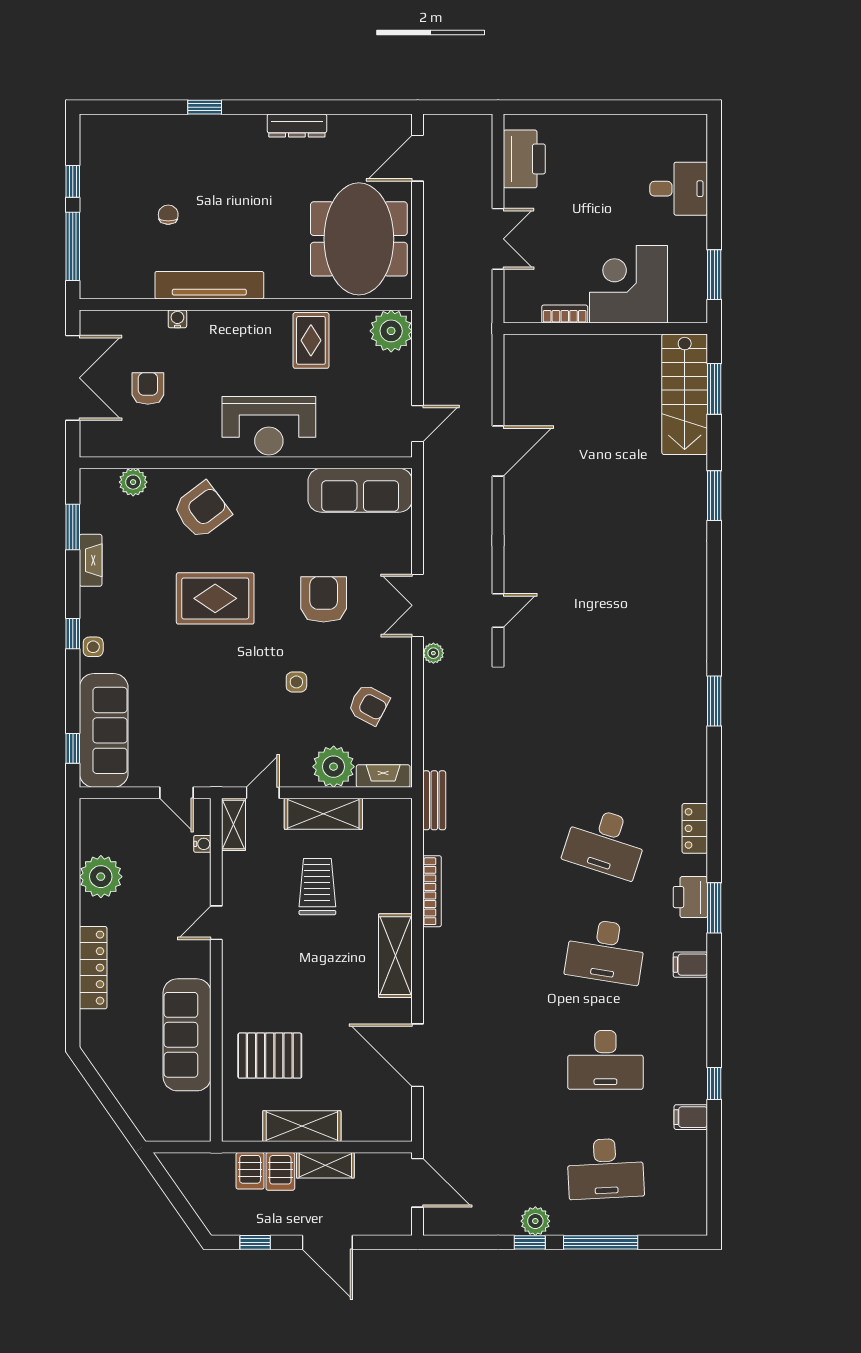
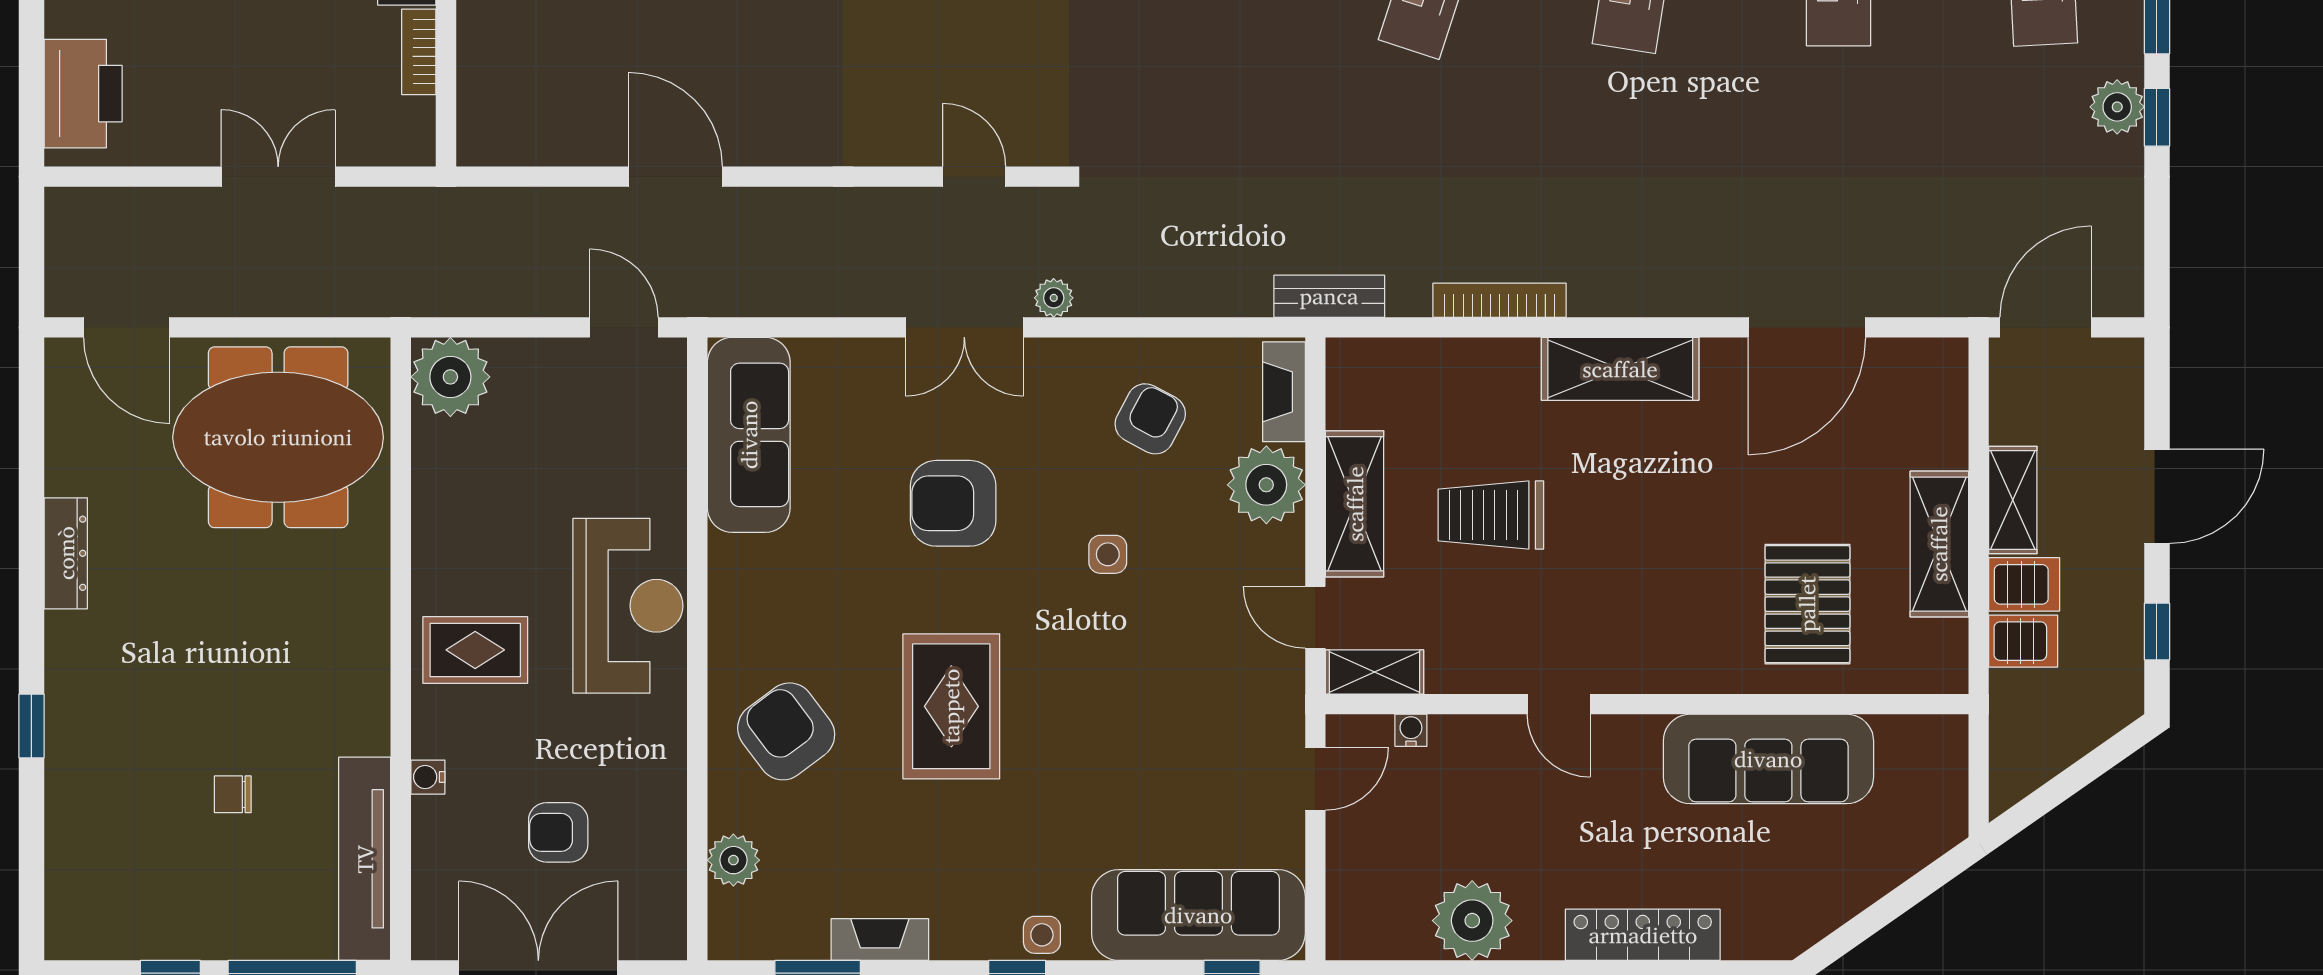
printer: (524, 159) -> (83, 94), moved, turned 90
tv unit: (209, 285) -> (365, 859), moved
rug: (311, 340) -> (475, 650), moved

